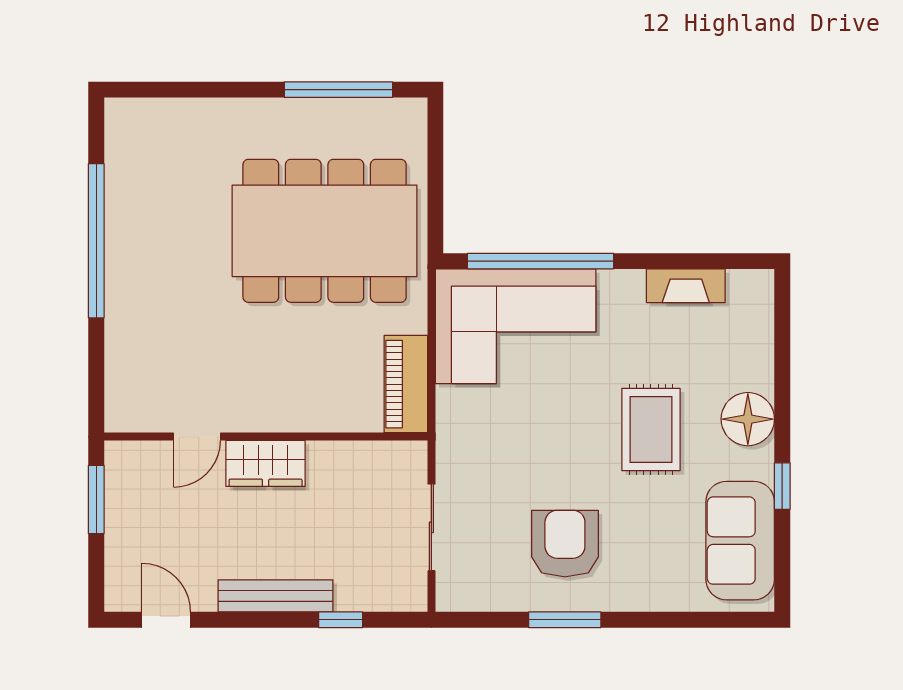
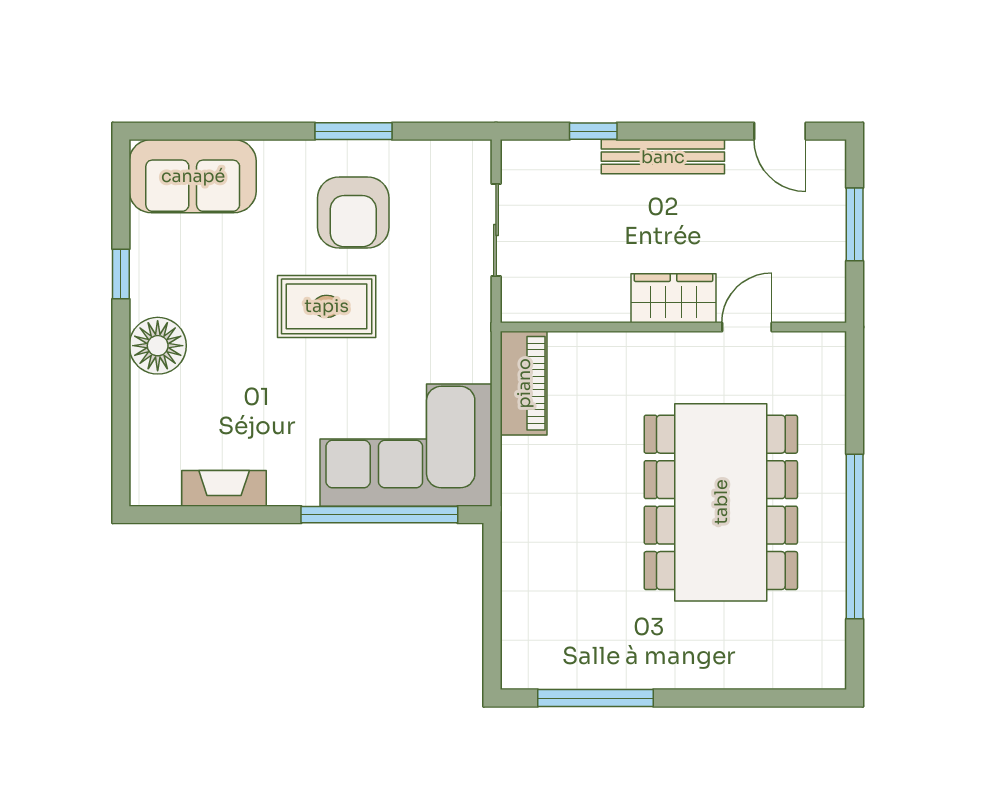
dining table: (325, 231) -> (721, 502), moved, turned 90
rug: (651, 430) -> (327, 306), moved, turned 90
window: (96, 499) -> (855, 224), moved
sofa: (740, 541) -> (193, 176), moved, turned 90

